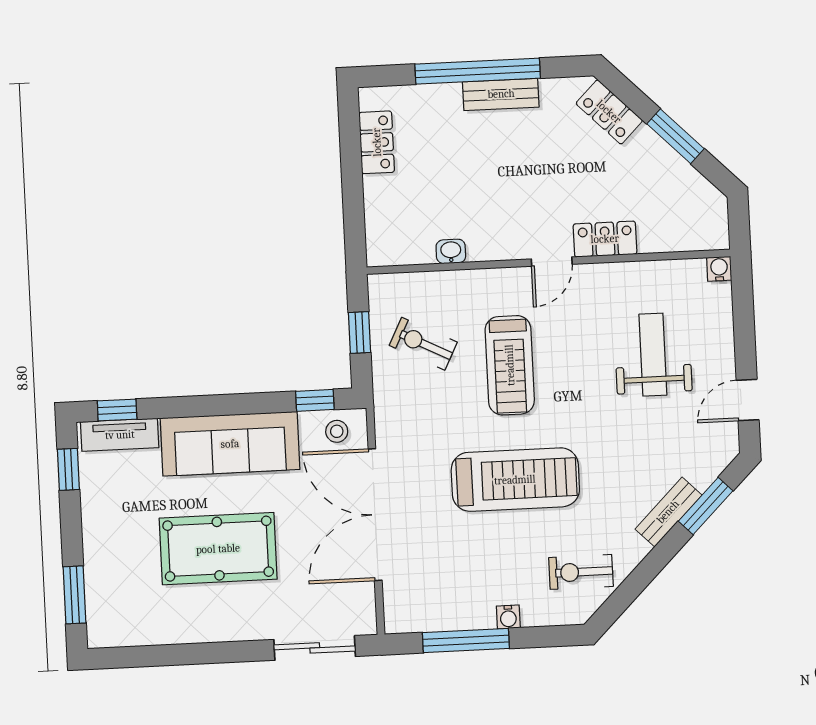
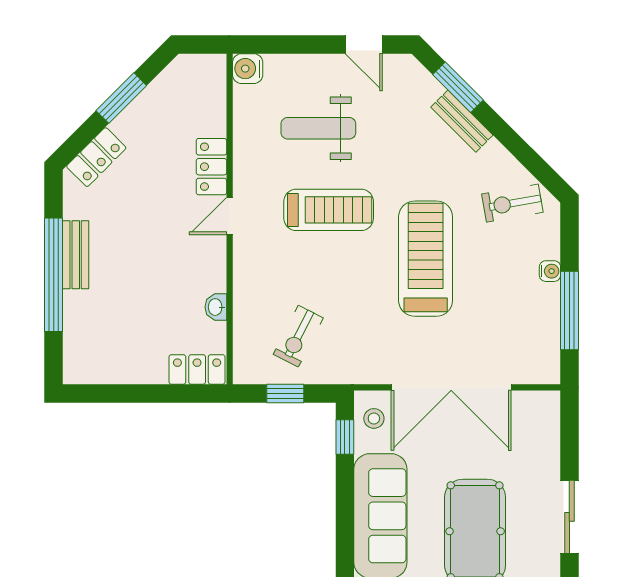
locker: (377, 142) -> (197, 369), moved
door: (552, 262) -> (230, 216), swing flipped
water cooler: (719, 269) -> (248, 69), width x1.38, depth x1.38
treadmill: (510, 365) -> (329, 210), moved
exercise bike: (581, 572) -> (512, 203), turned 80
sliding door: (315, 648) -> (569, 517), moved

